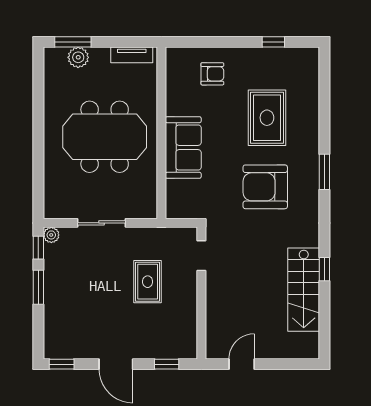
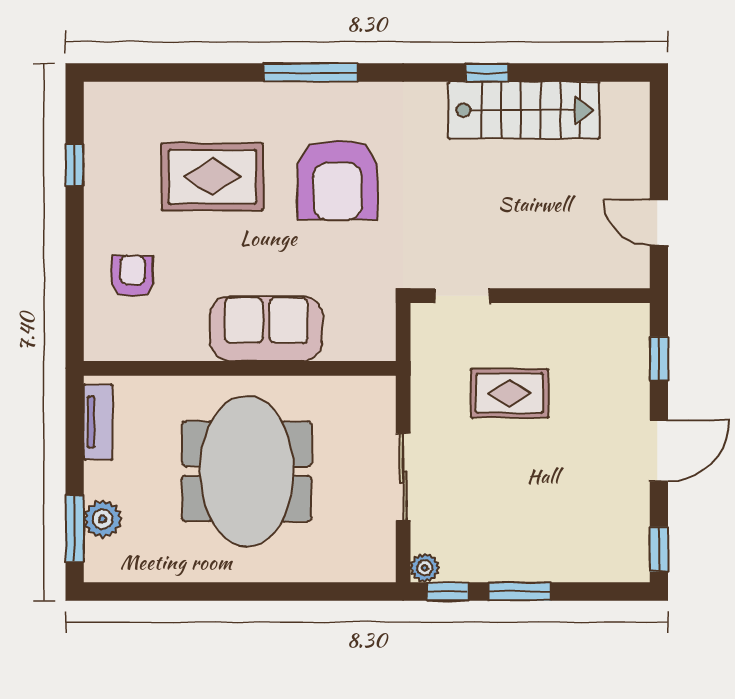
window: (324, 172) -> (311, 73), width x1.44

